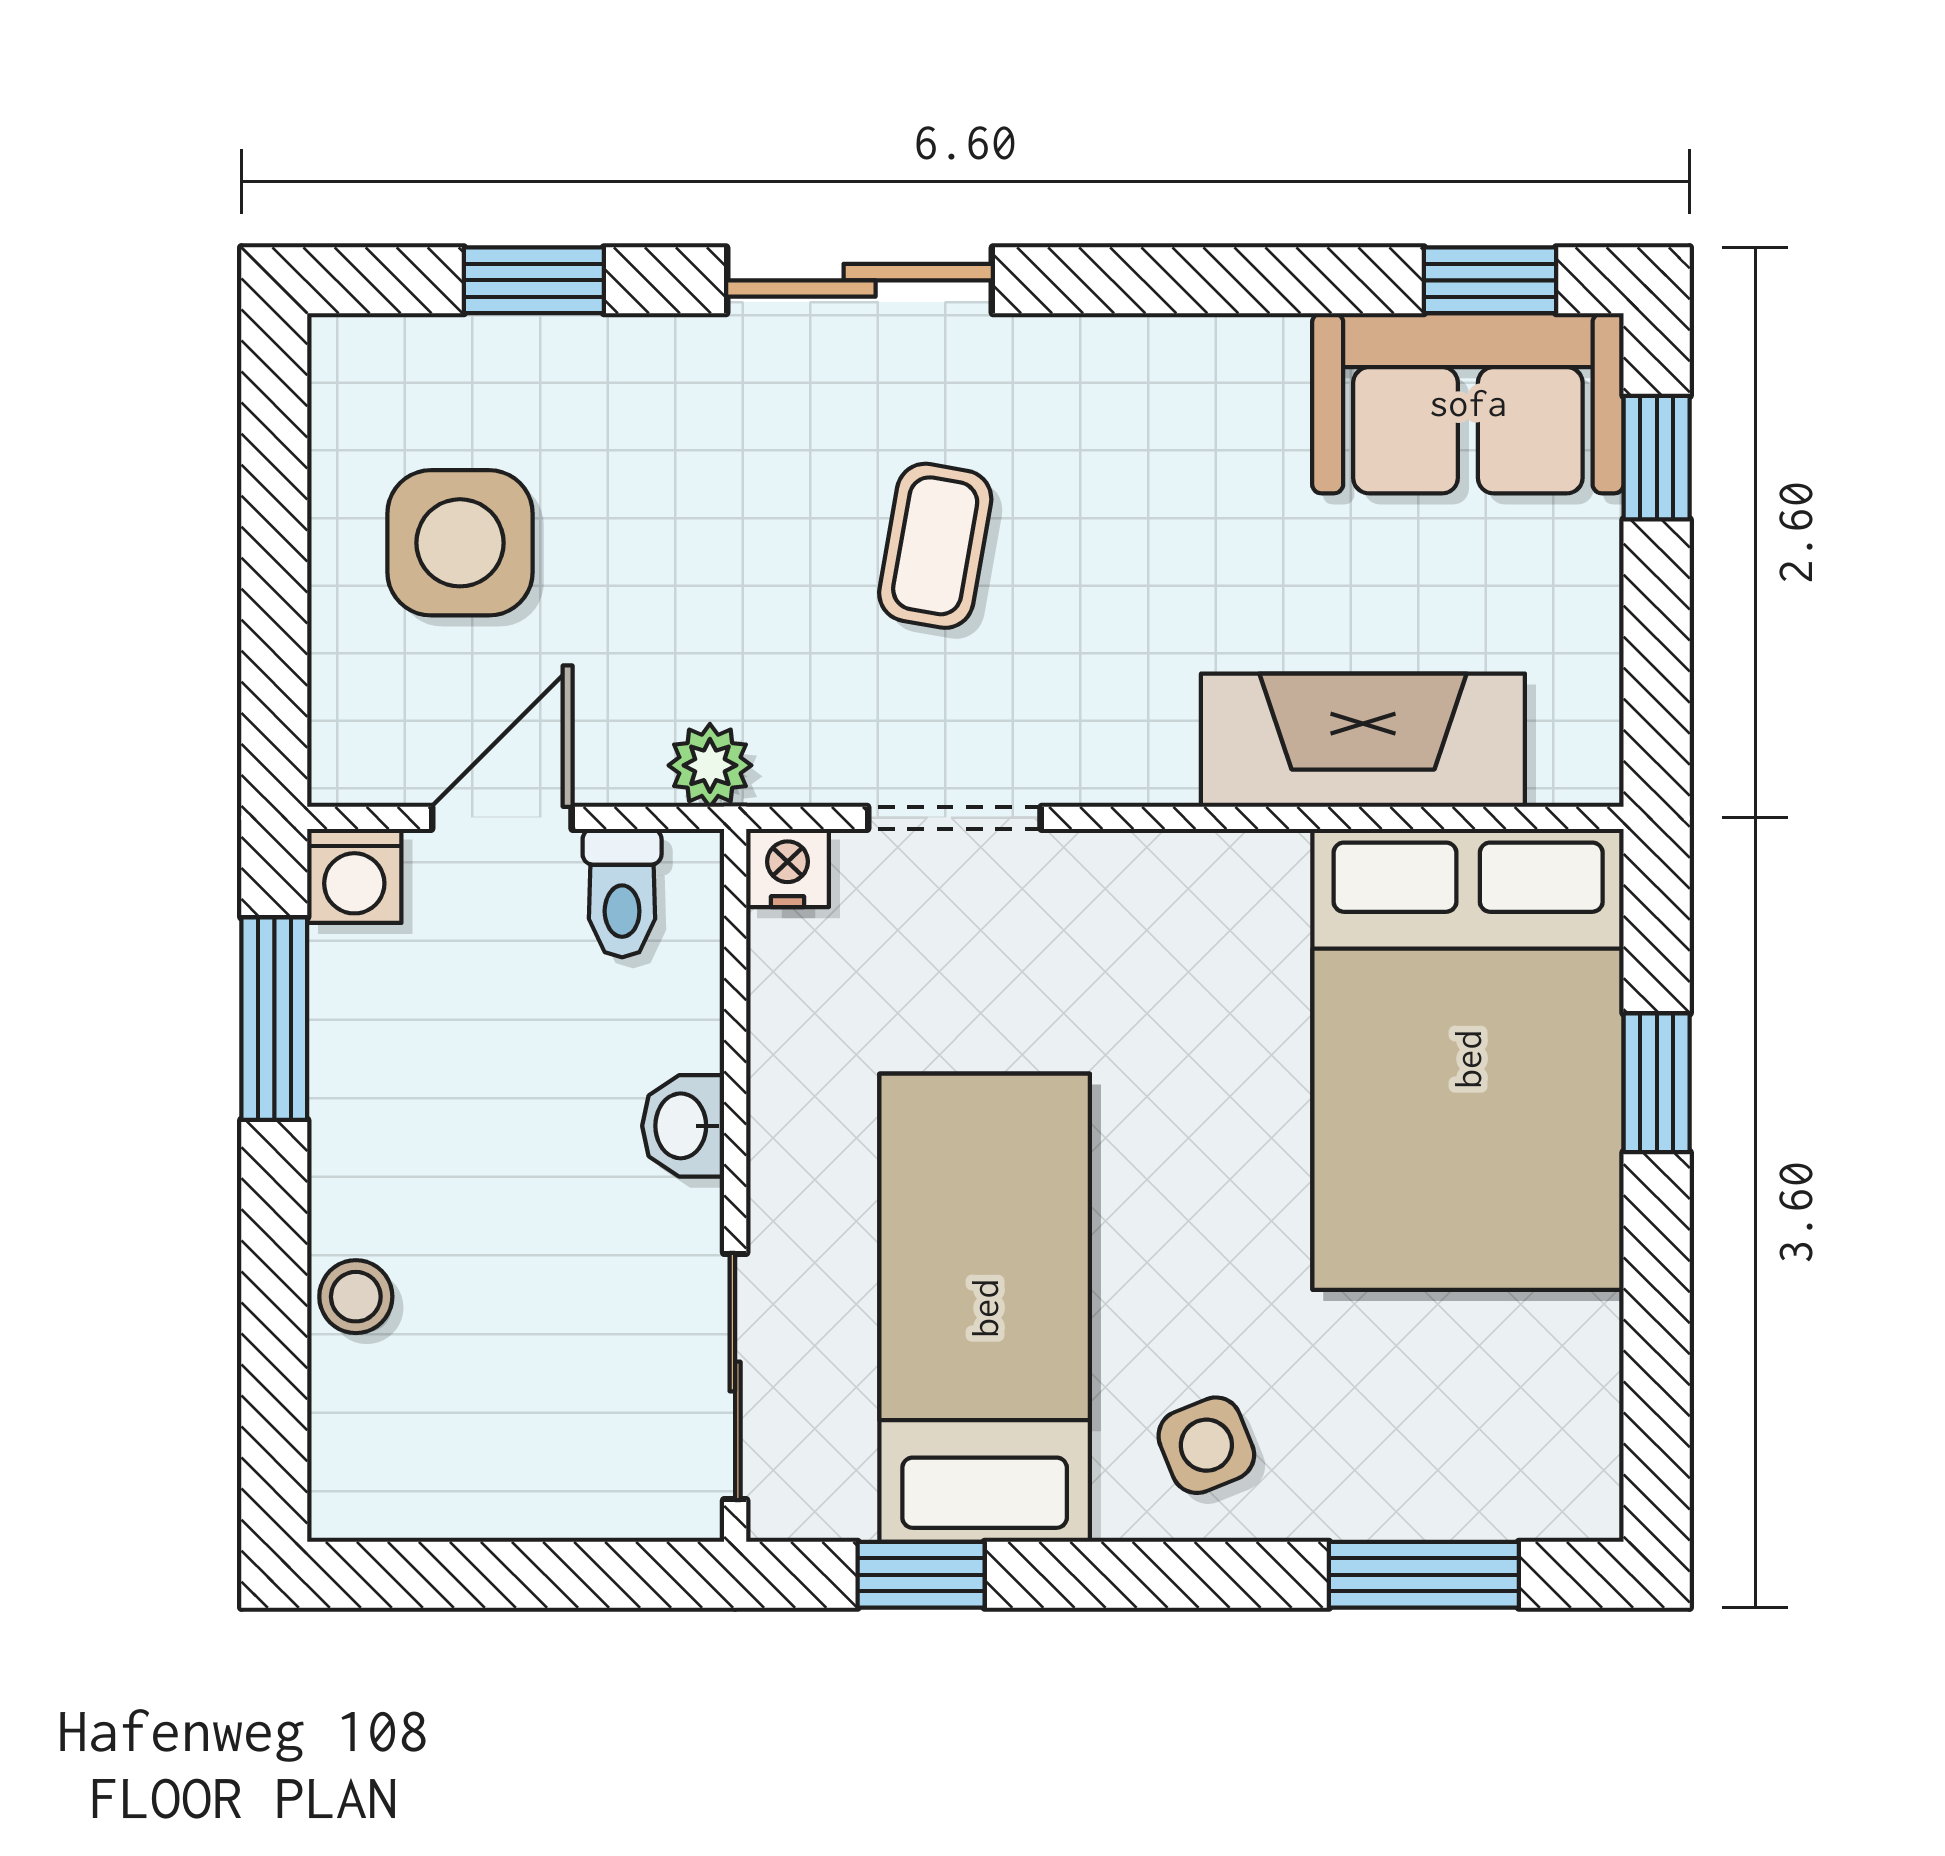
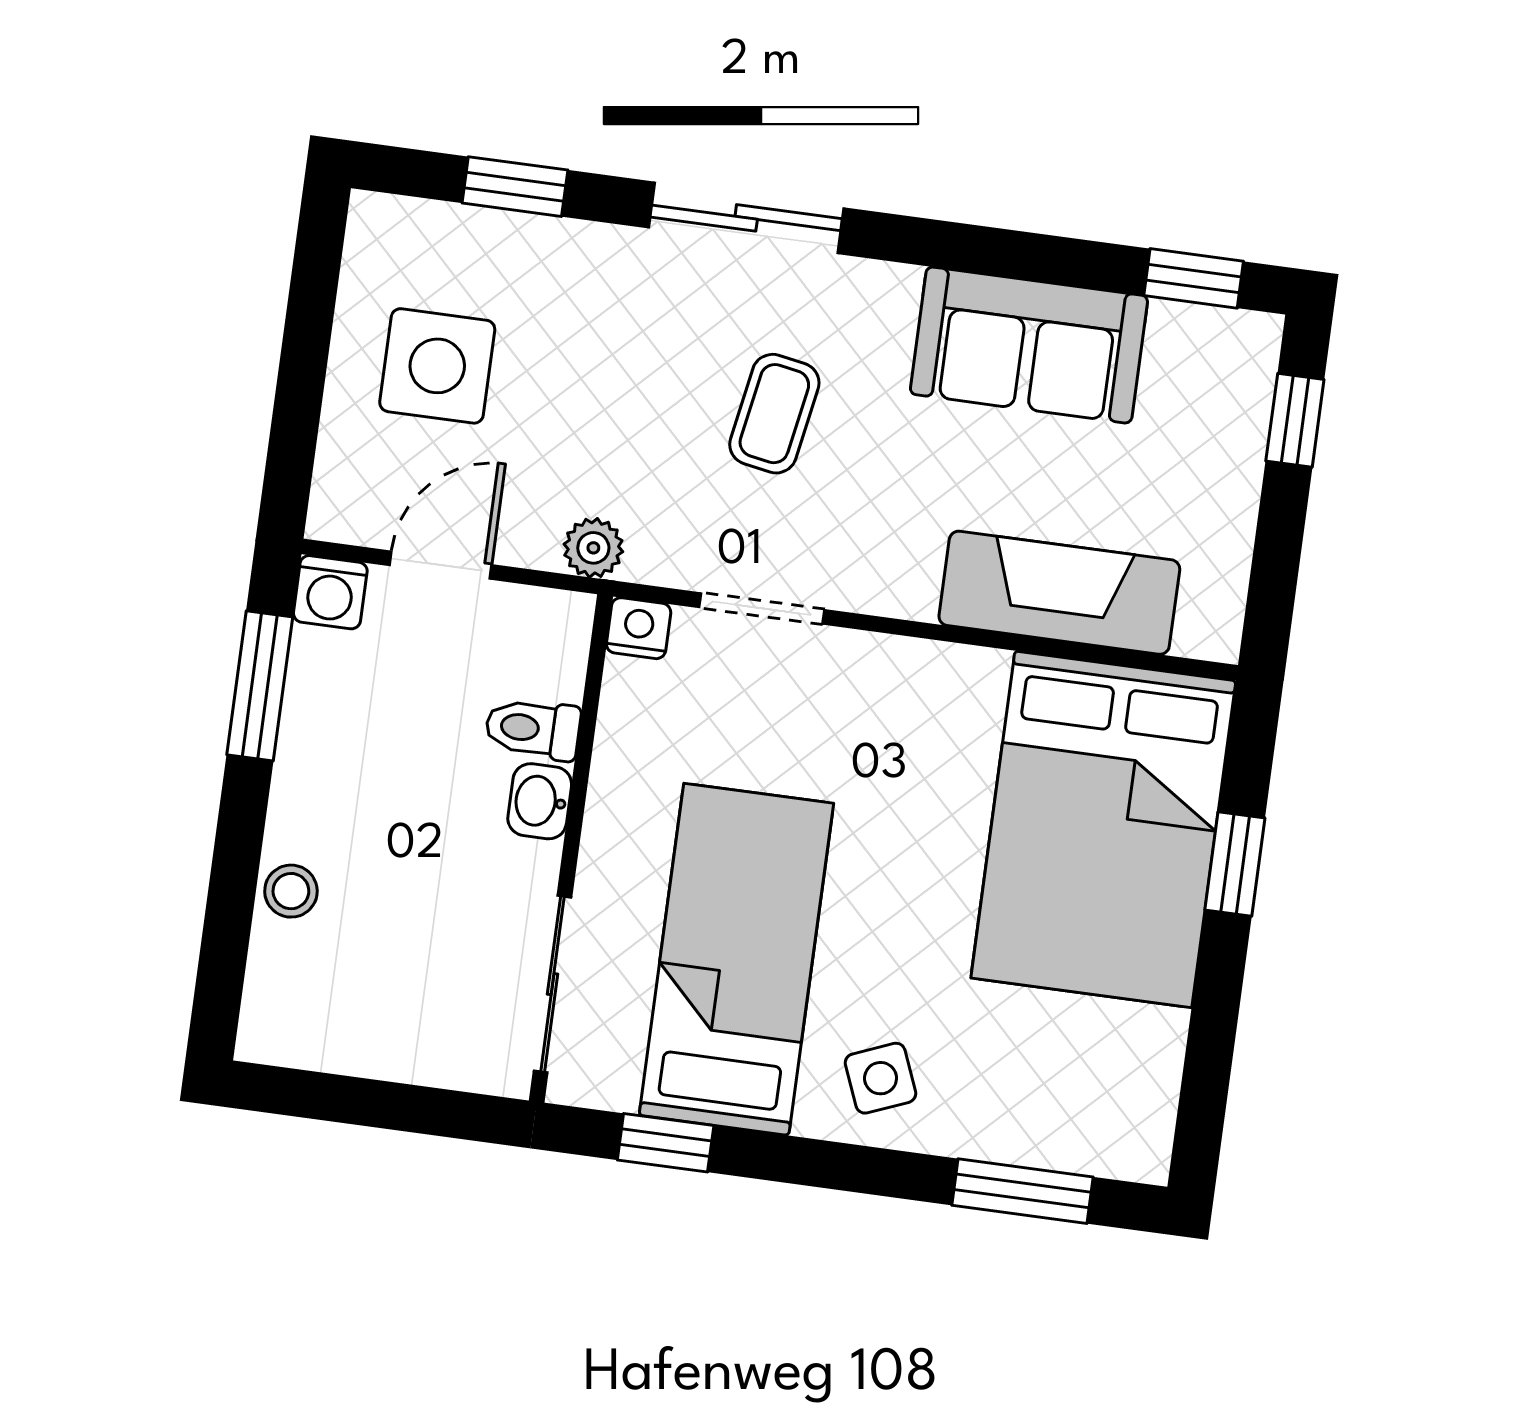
sofa: (1468, 403) -> (1029, 345), moved
toilet: (622, 893) -> (533, 729), moved, turned 90

